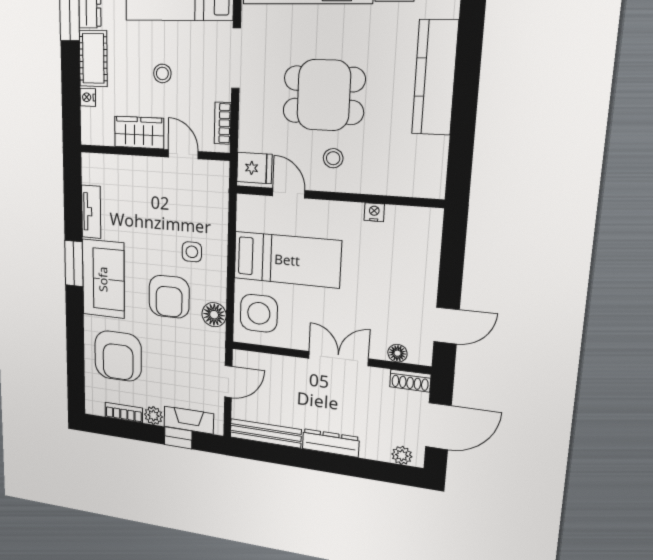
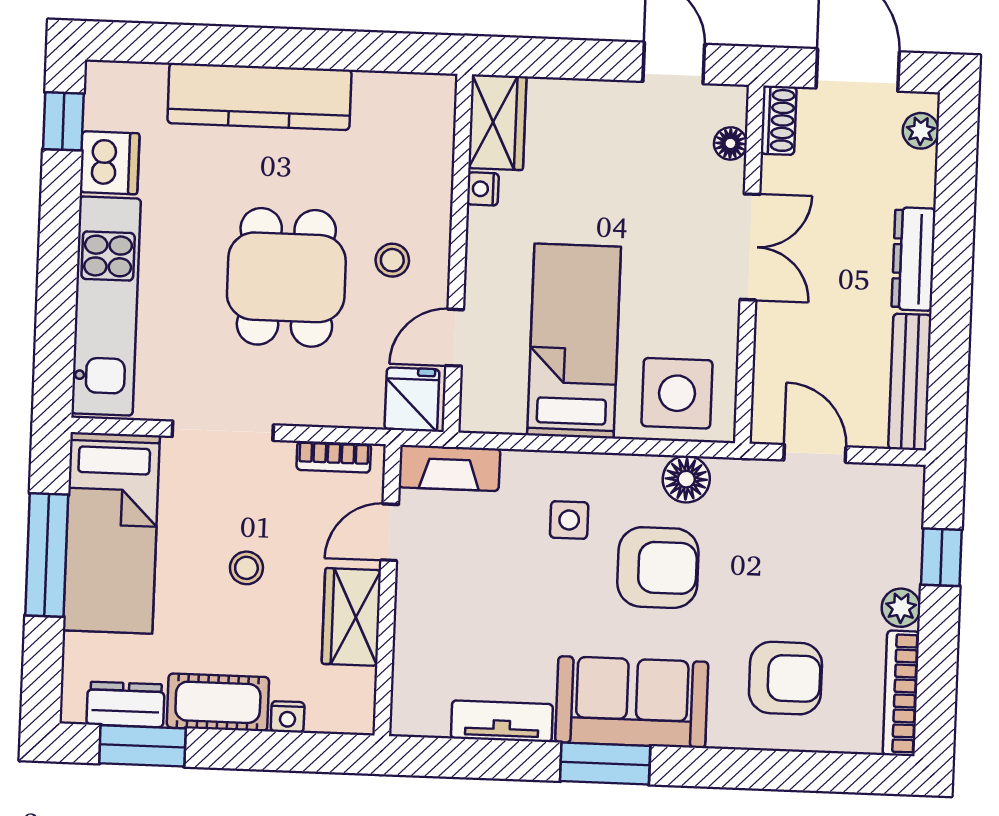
wardrobe: (414, 222) -> (497, 122), added
armchair: (118, 356) -> (785, 678), width x0.73, depth x0.73
double door: (338, 359) -> (750, 247), swing flipped
bookcase: (124, 412) -> (901, 693), width x1.56
fireplace: (189, 420) -> (449, 468), moved, turned -90

